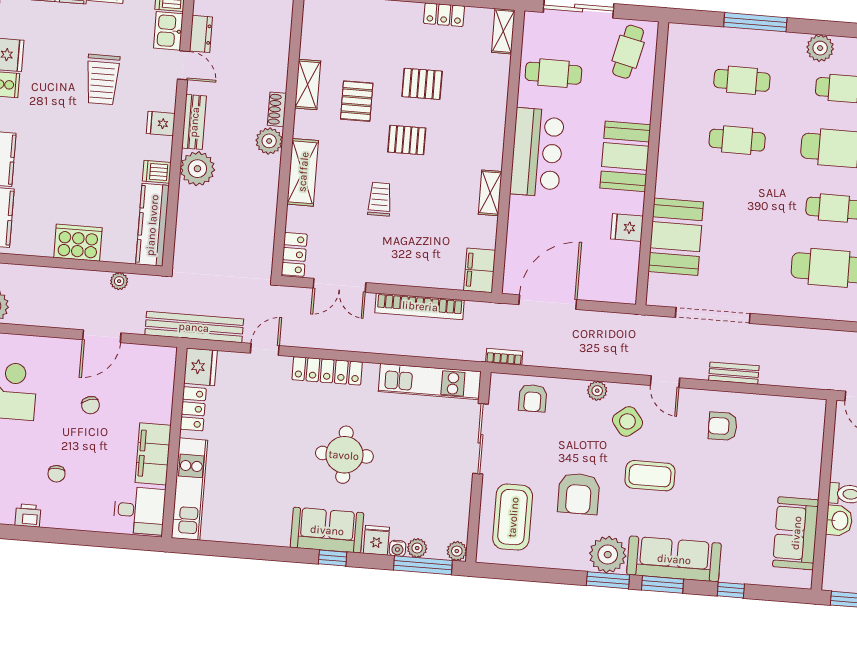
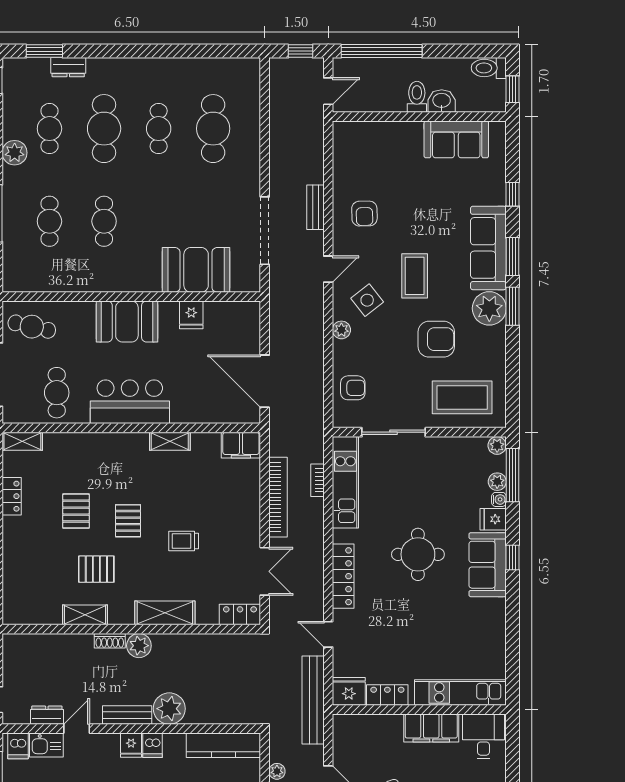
dishwasher: (157, 172) -> (153, 745), moved
bookcase: (504, 357) -> (317, 480), moved

